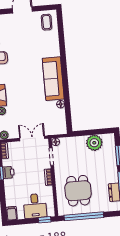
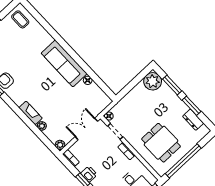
plant: (94, 143) -> (153, 81), moved

